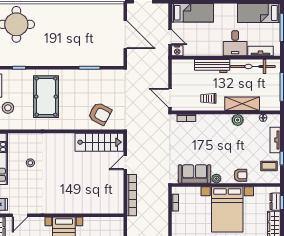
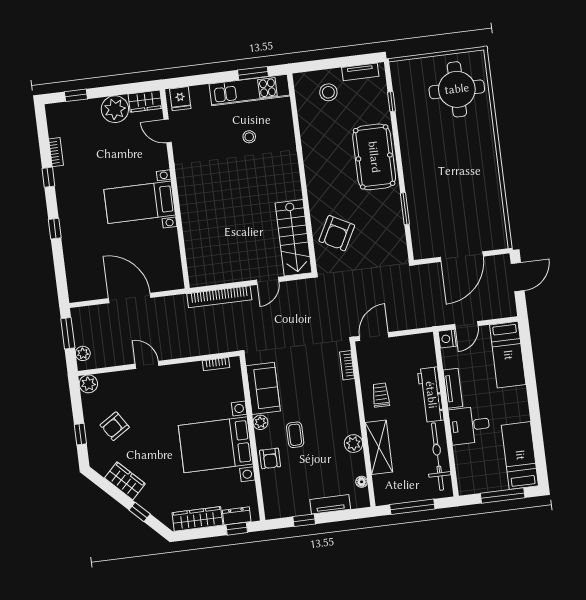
tv unit: (260, 51) -> (453, 388), moved
pool table: (46, 97) -> (374, 157), moved, turned 90
door: (125, 162) -> (268, 281), swing flipped
coffee table: (269, 166) -> (295, 435), moved

